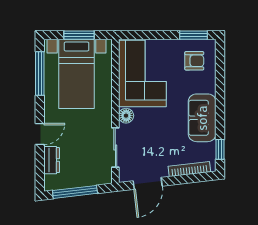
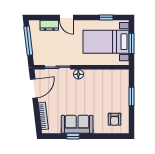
window: (193, 35) -> (131, 97), moved
corner sofa: (142, 73) -> (106, 85), removed
window: (40, 74) -> (106, 17), width x0.46
window: (220, 149) -> (73, 136), moved
door: (148, 183) -> (34, 88), swing flipped

